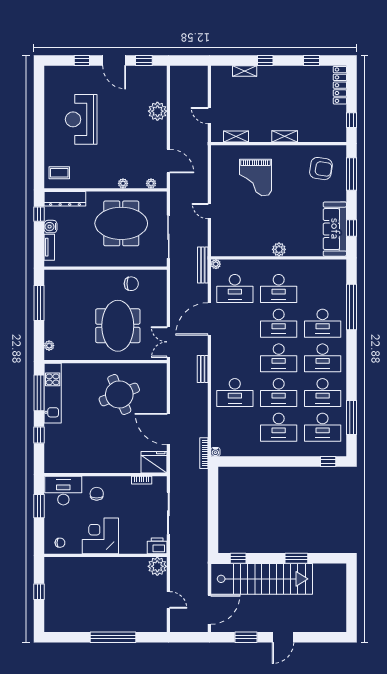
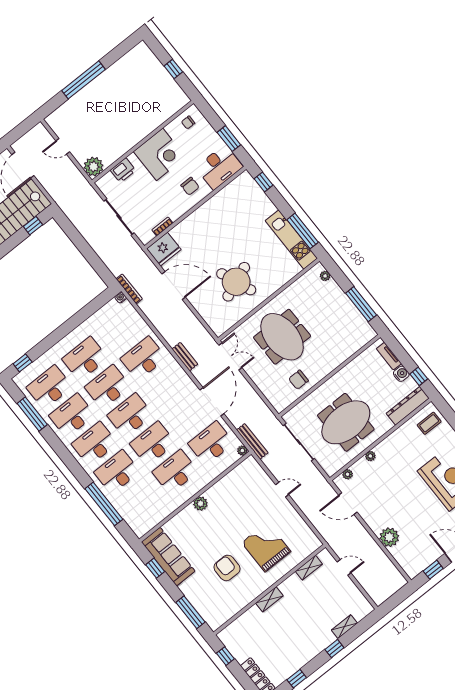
armchair: (321, 169) -> (227, 568), moved, turned 81
window: (39, 435) -> (263, 182), moved
printer: (157, 546) -> (123, 170), moved

